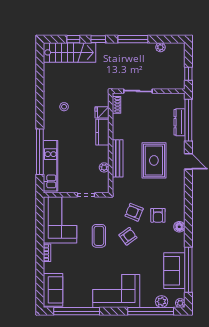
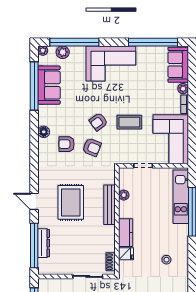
armchair: (158, 215) -> (67, 144), turned -90
coffee table: (99, 236) -> (129, 122), turned 90
plant: (48, 267) -> (183, 89), added

